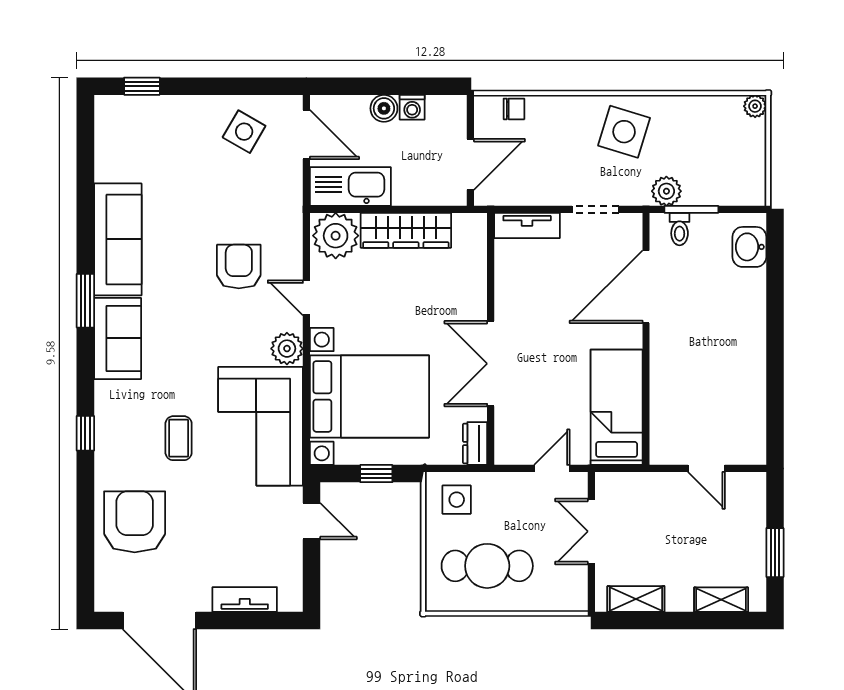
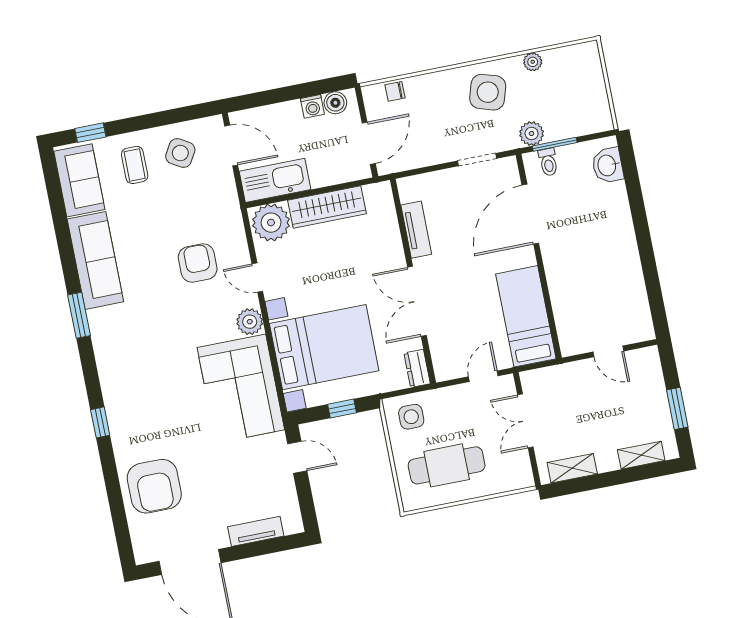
plant: (755, 106) -> (533, 62), moved
boiler: (384, 108) -> (335, 103), moved
chair: (514, 109) -> (395, 91), turned 180
tv unit: (527, 225) -> (416, 230), moved, turned -90
sofa: (118, 338) -> (79, 180), moved
coffee table: (179, 438) -> (135, 165), moved
armchair: (135, 522) -> (154, 486), turned 180

